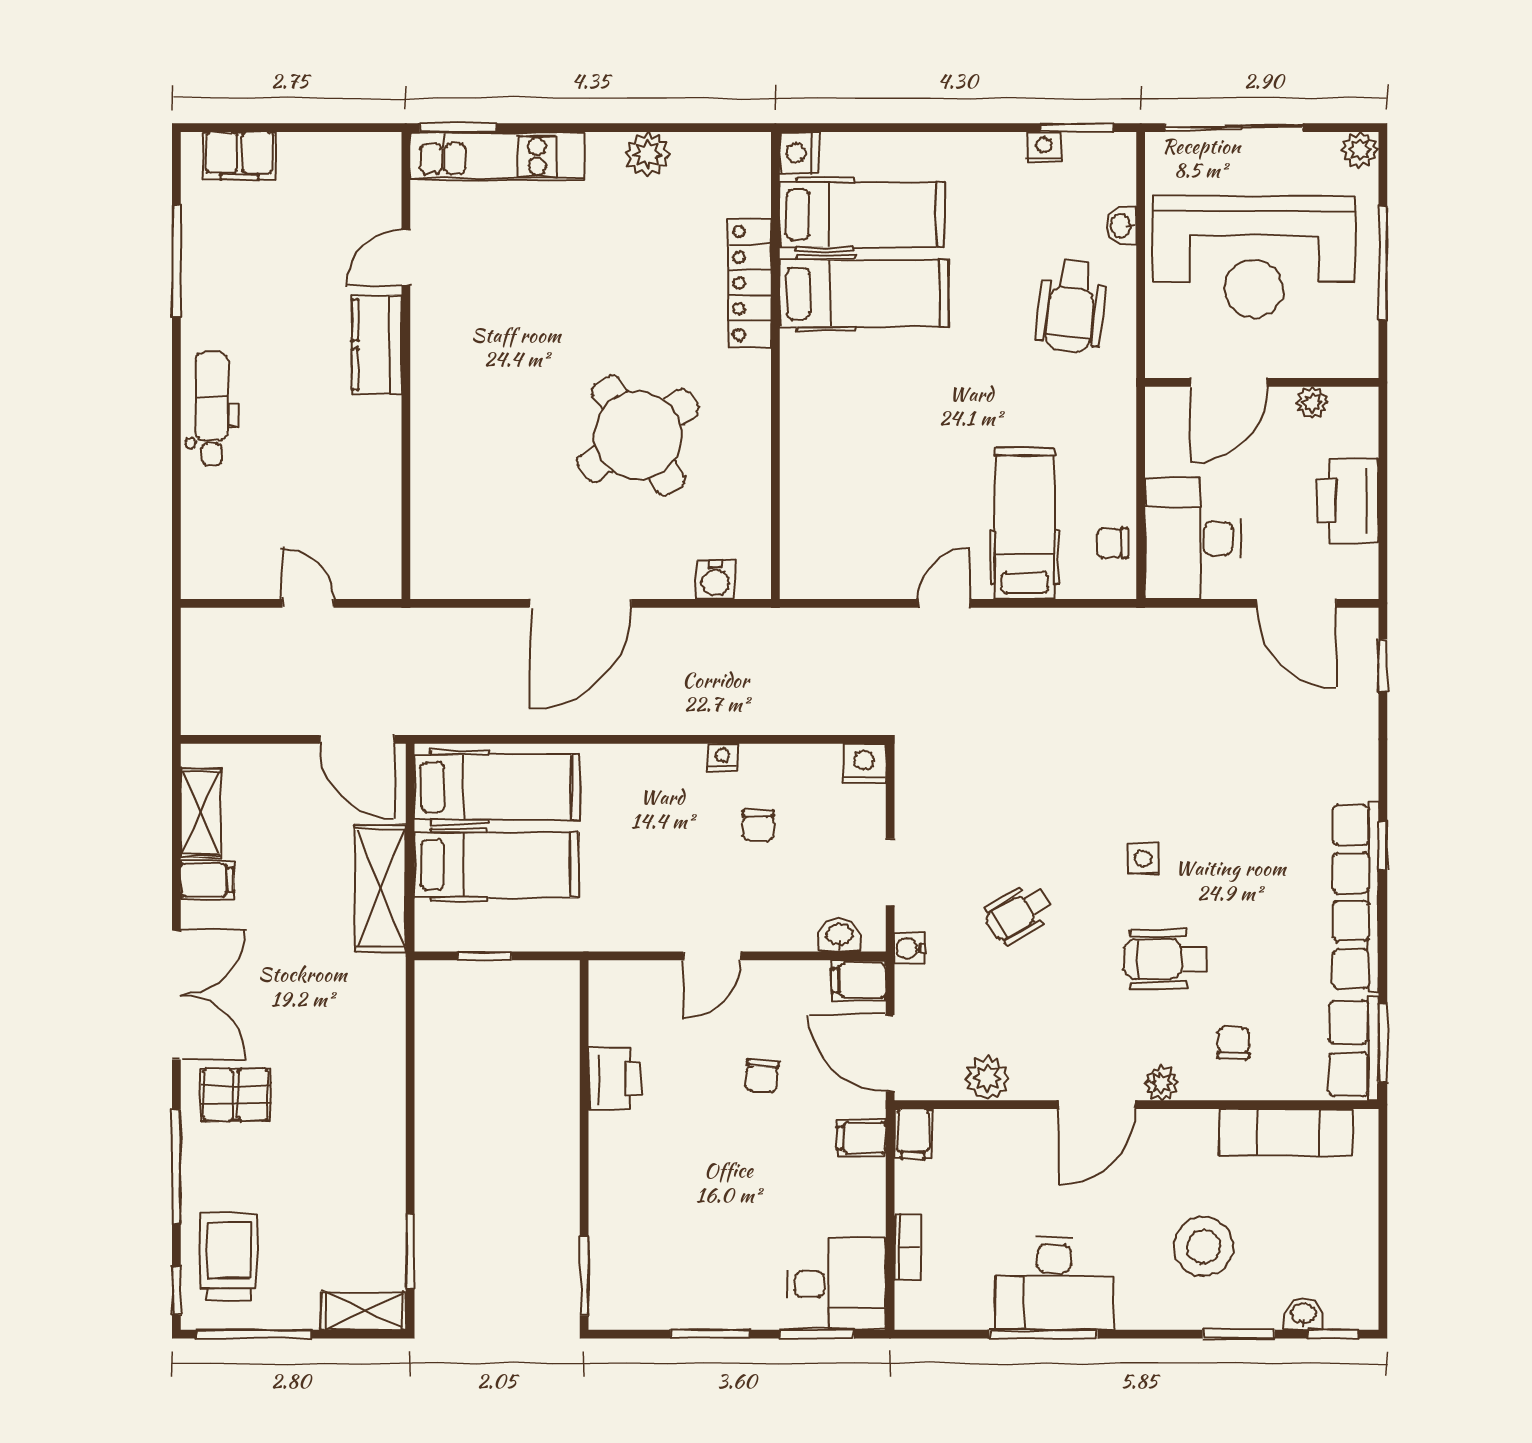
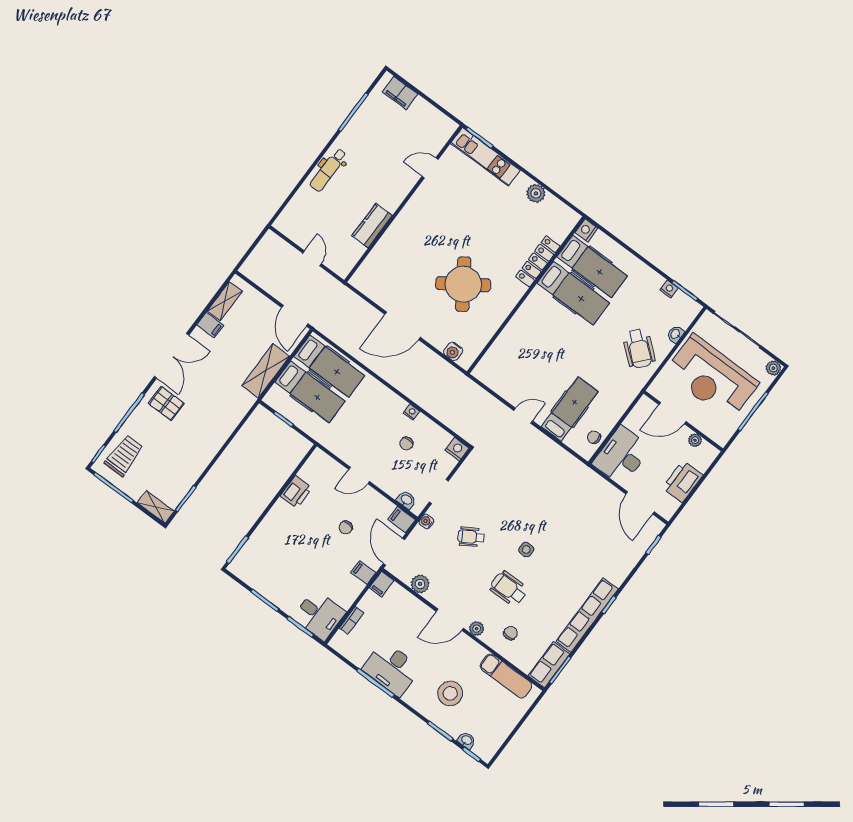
wheelchair: (1071, 306) -> (639, 348), turned -56
kitchen counter: (377, 345) -> (372, 226), moved
dental chair: (212, 409) -> (328, 170), turned 180

